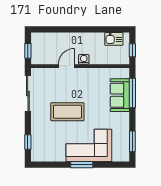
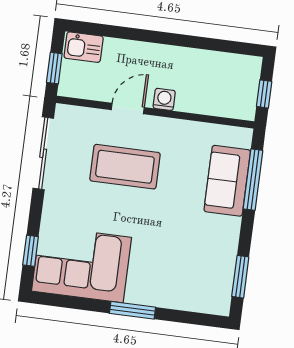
kitchen sink: (114, 39) -> (84, 47), moved
coffee table: (67, 112) -> (125, 167), moved
corner sofa: (89, 145) -> (81, 264), moved

